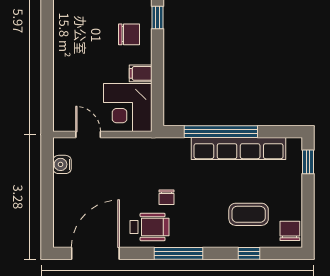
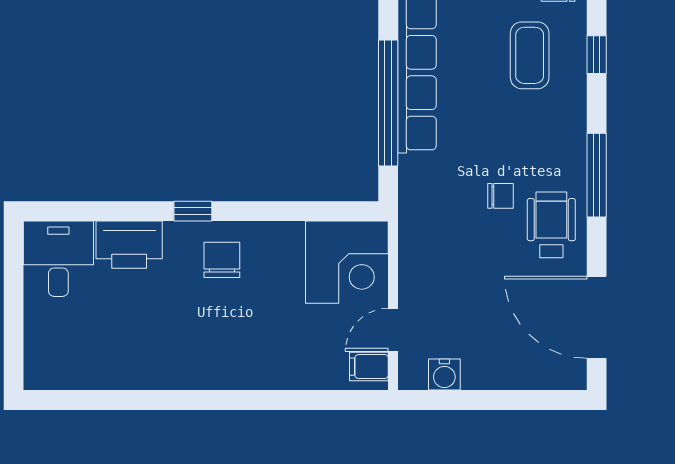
filing cabinet: (141, 73) -> (369, 367), moved, turned 90

